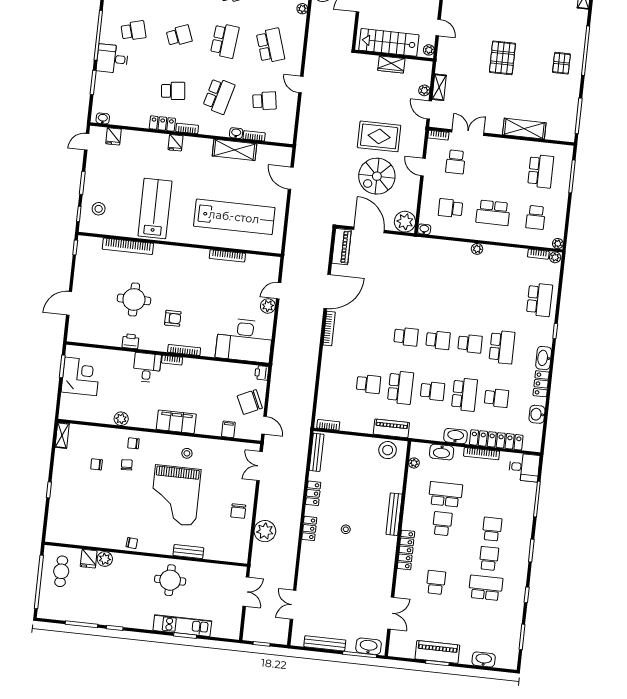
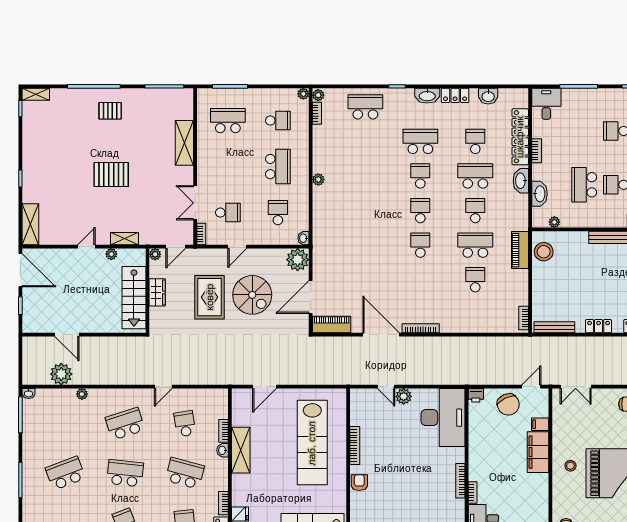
stairs: (389, 42) -> (134, 298), moved
wall: (394, 56) -> (147, 291), moved
wardrobe: (391, 64) -> (157, 292), moved
shelving: (439, 87) -> (124, 239), moved
school desk: (451, 208) -> (278, 213), turned 180
lab bench: (234, 217) -> (312, 443), turned 180
armchair: (173, 318) -> (359, 483), moved
filing cabinet: (176, 422) -> (538, 452), moved
bookcase: (482, 454) -> (537, 151), width x0.64

